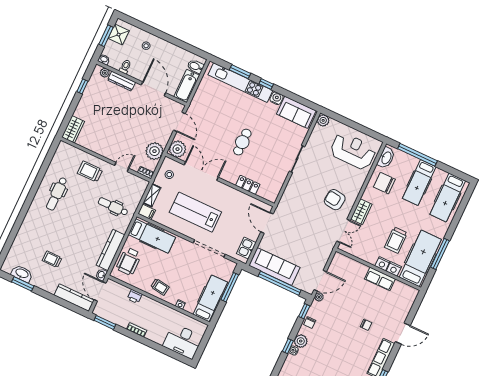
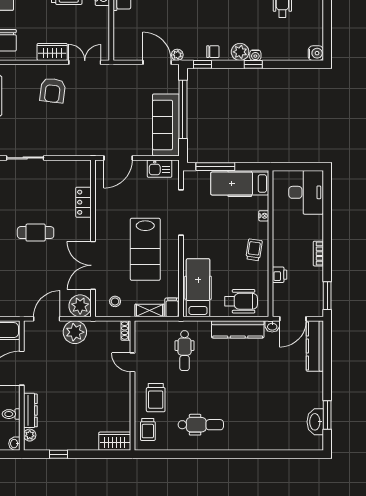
plant: (154, 151) -> (75, 332), moved
trolley: (52, 259) -> (148, 430), moved

